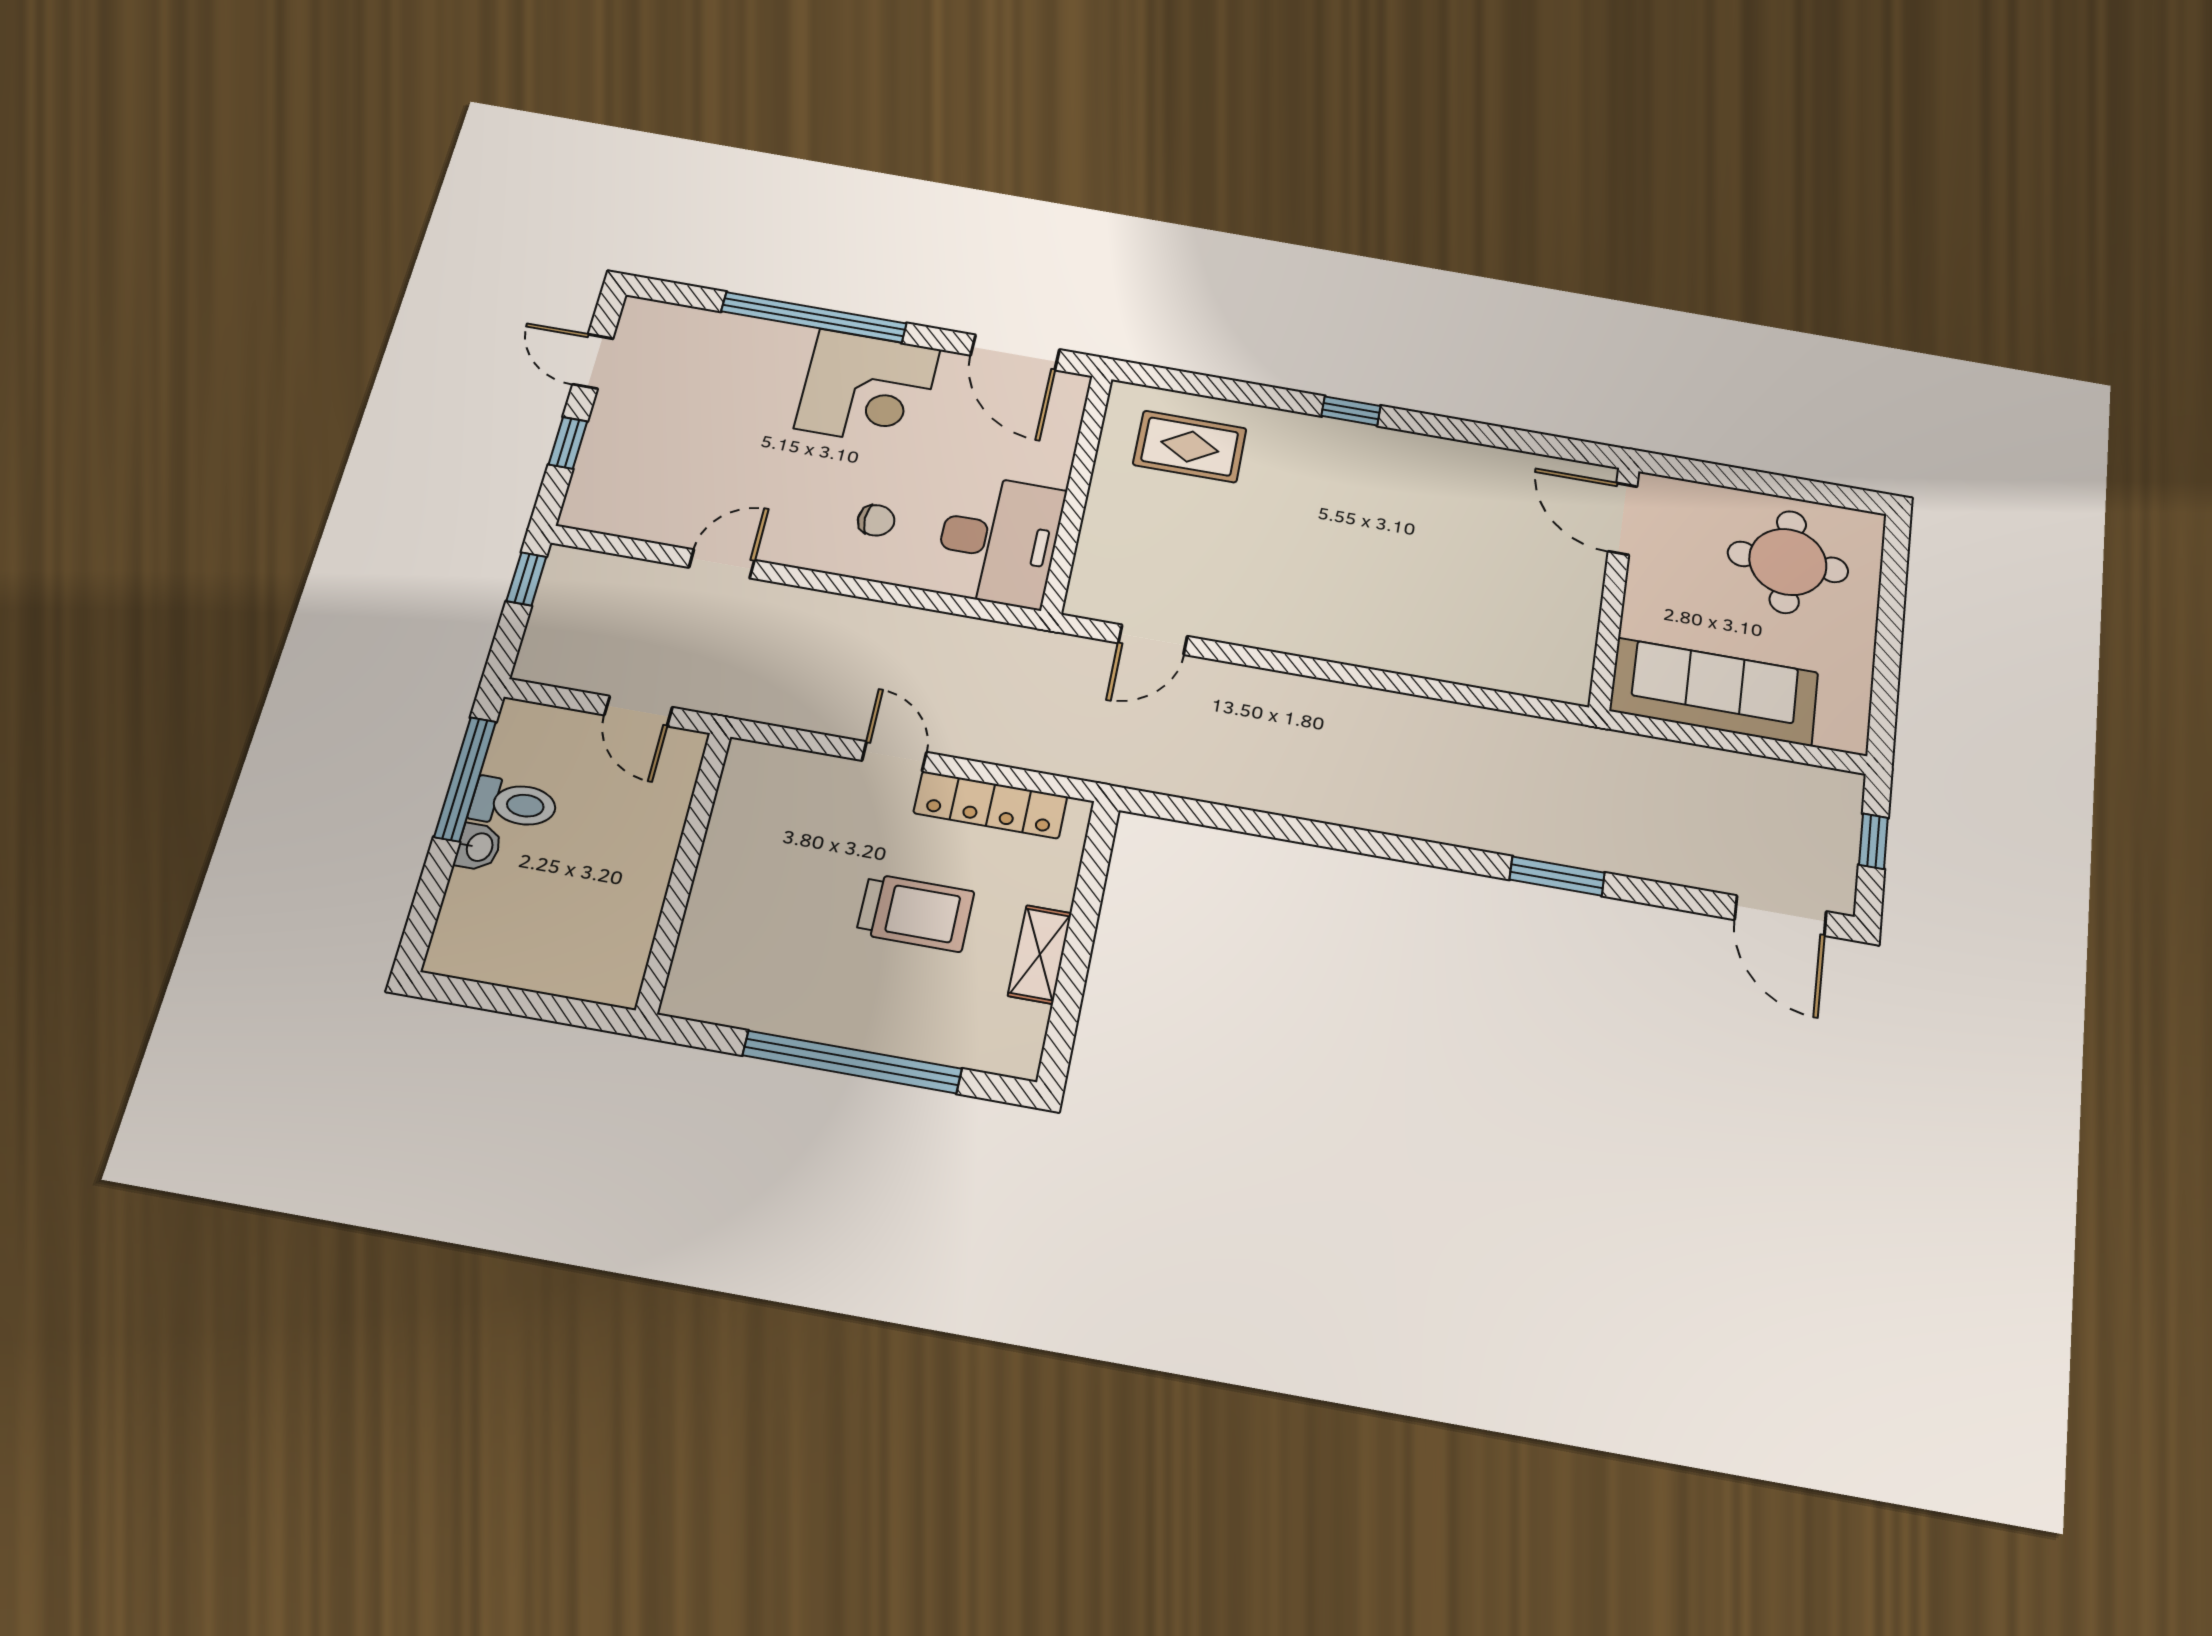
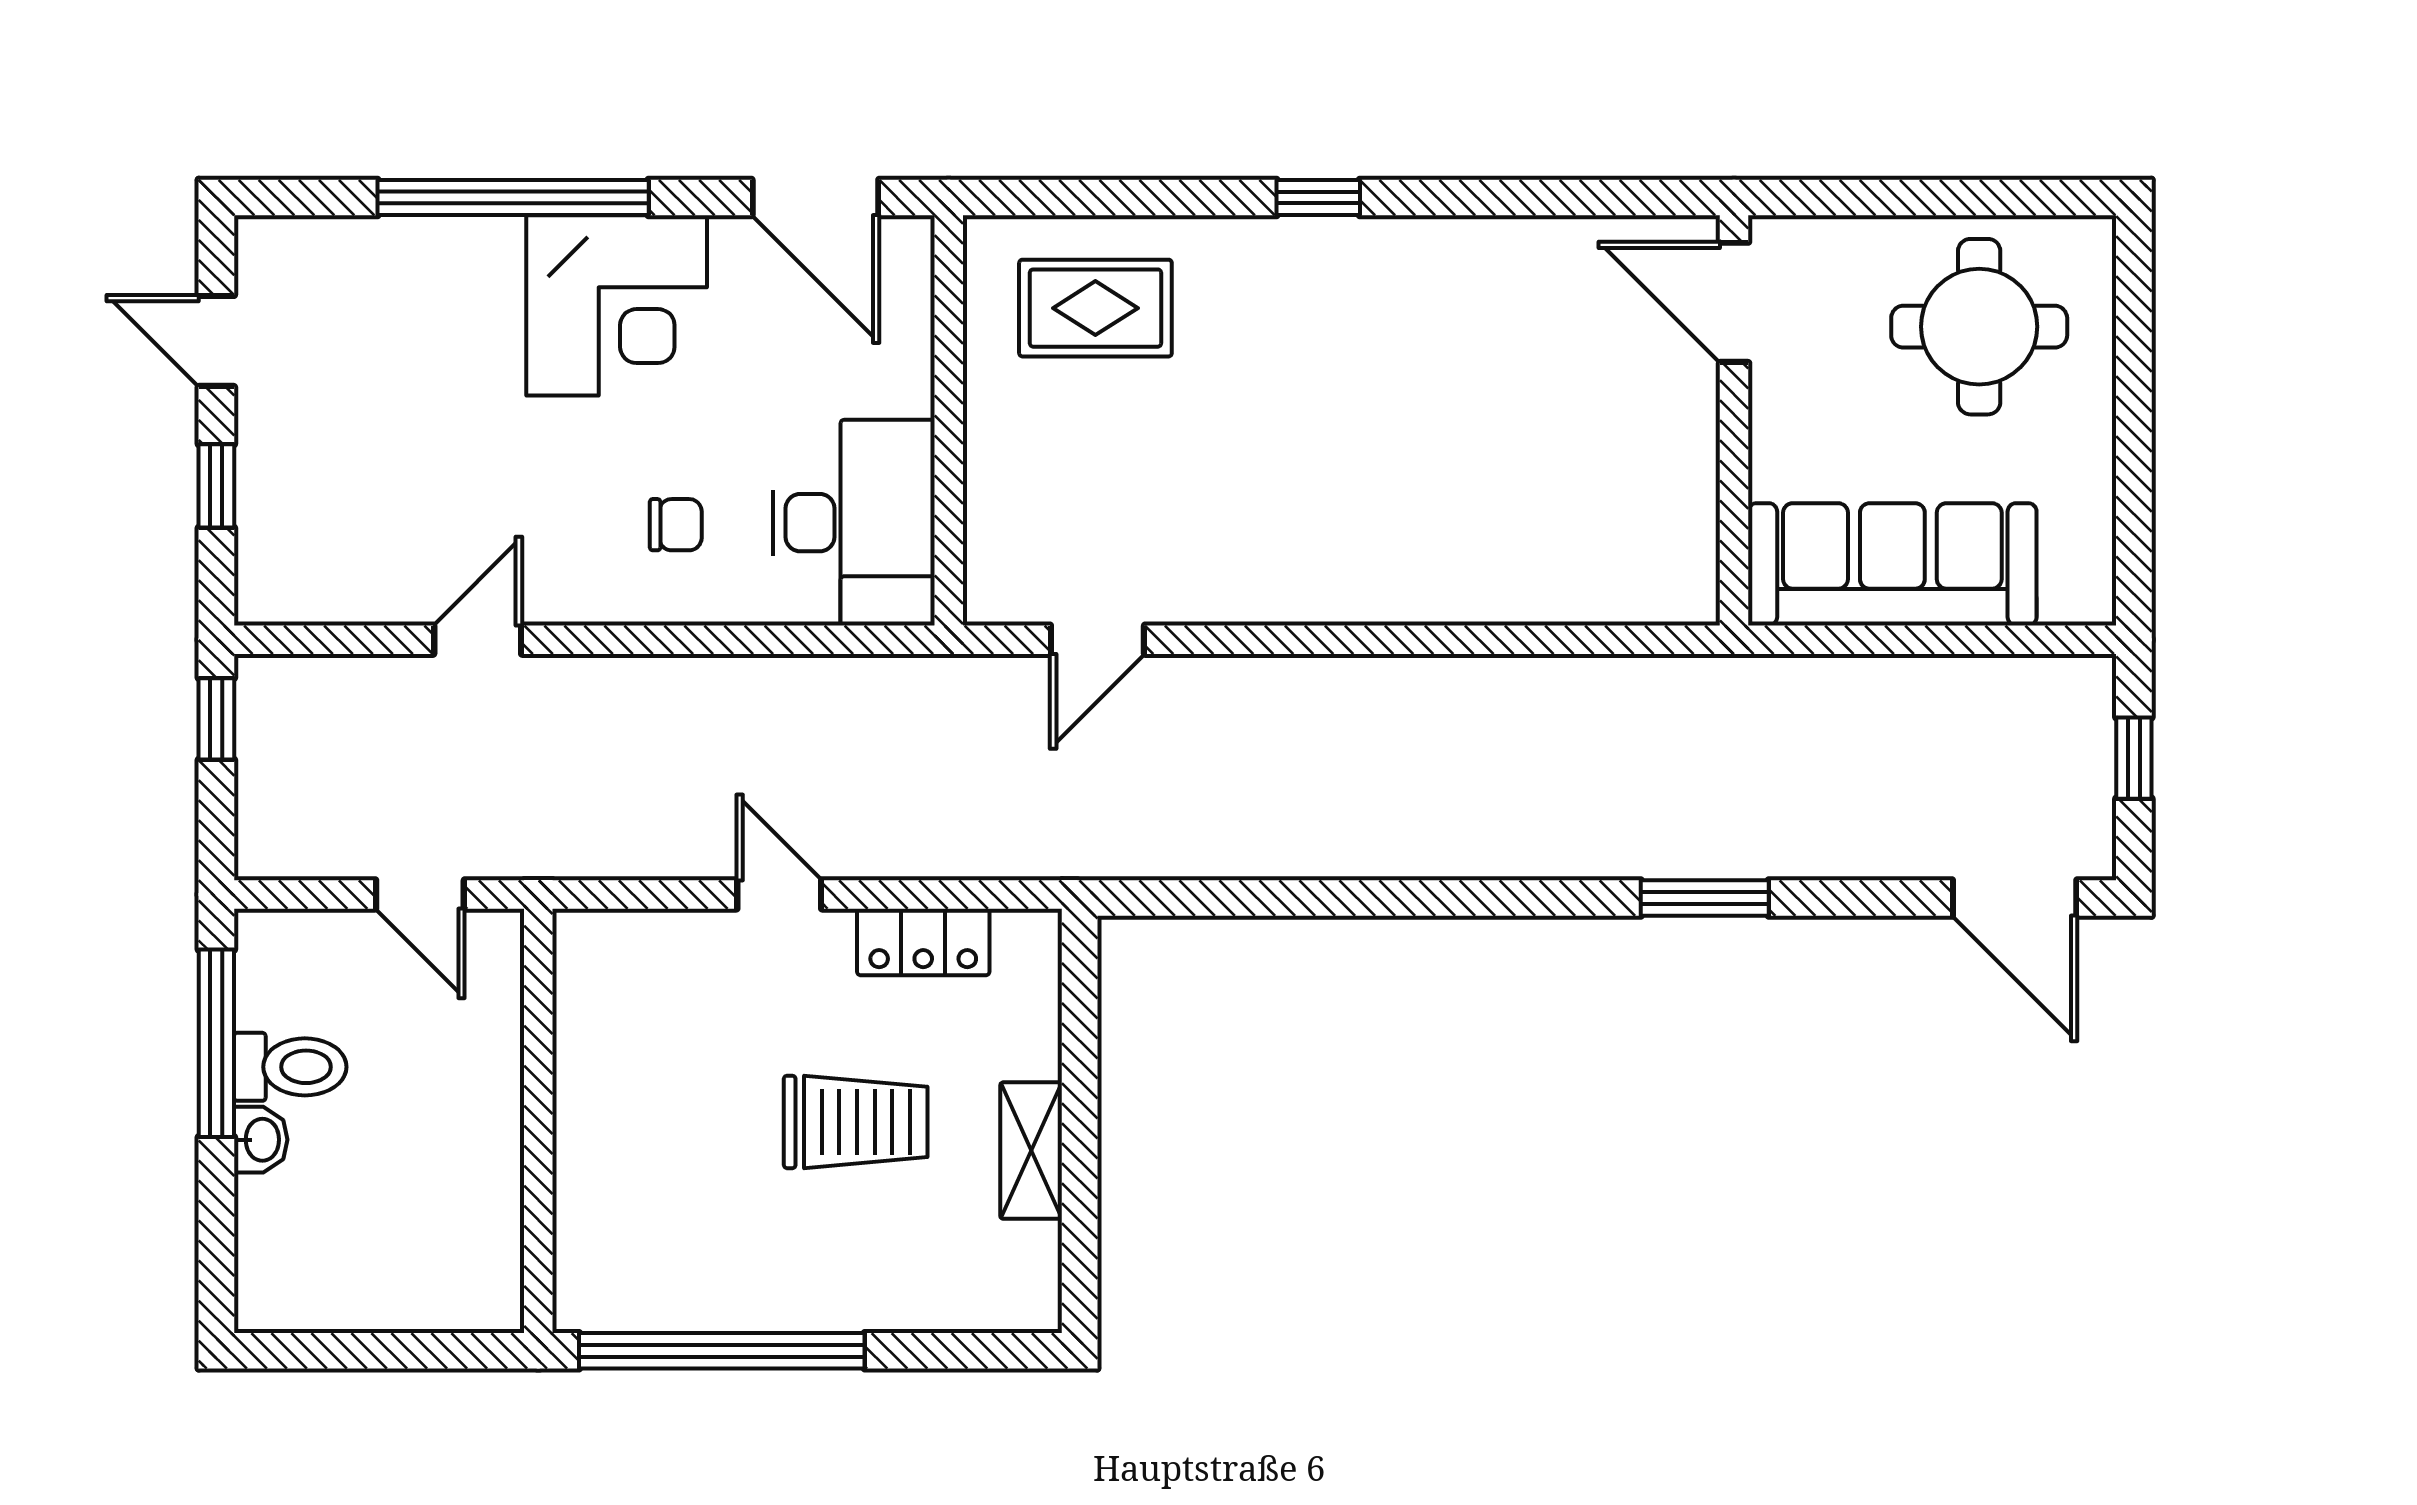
locker: (990, 805) -> (923, 942), width x0.66
window: (852, 1062) -> (722, 1351), moved

